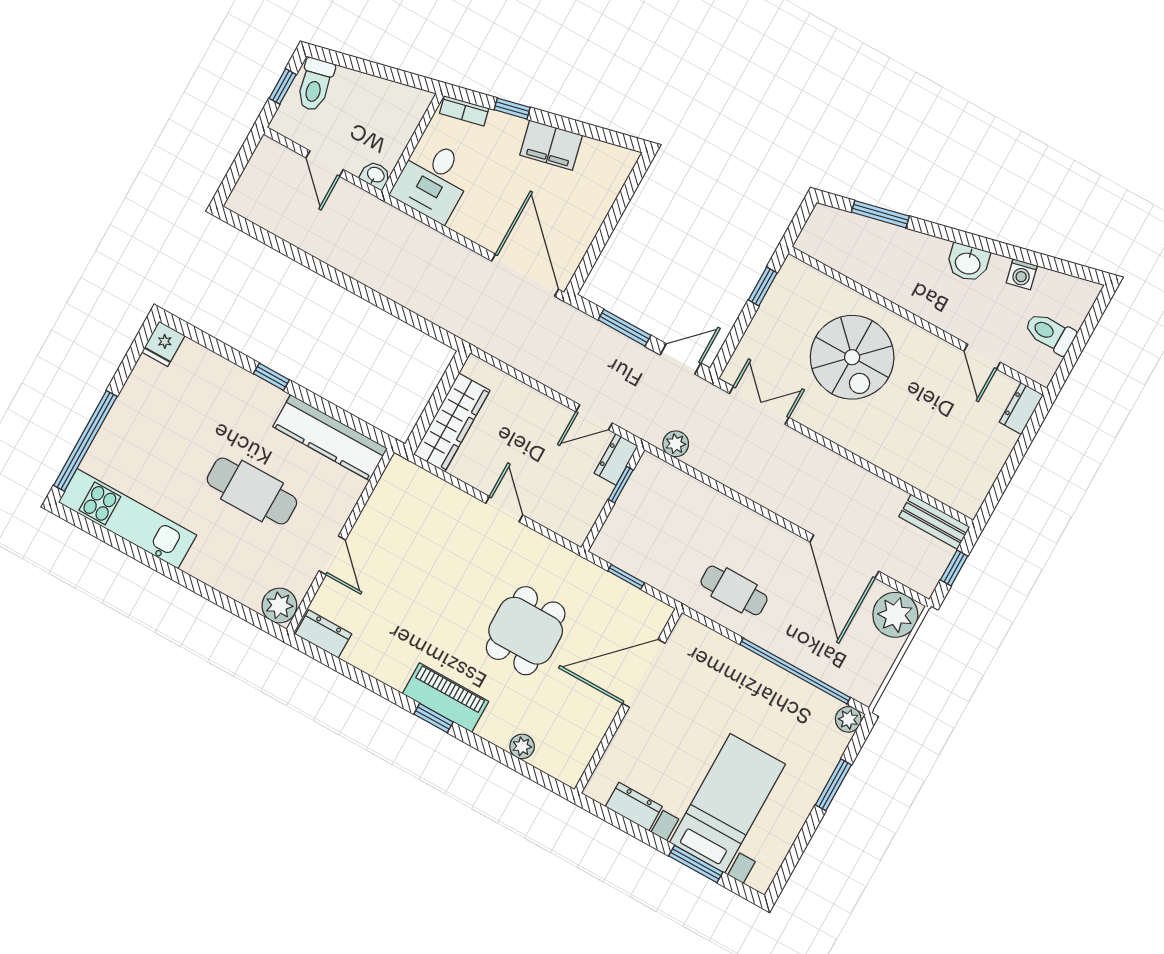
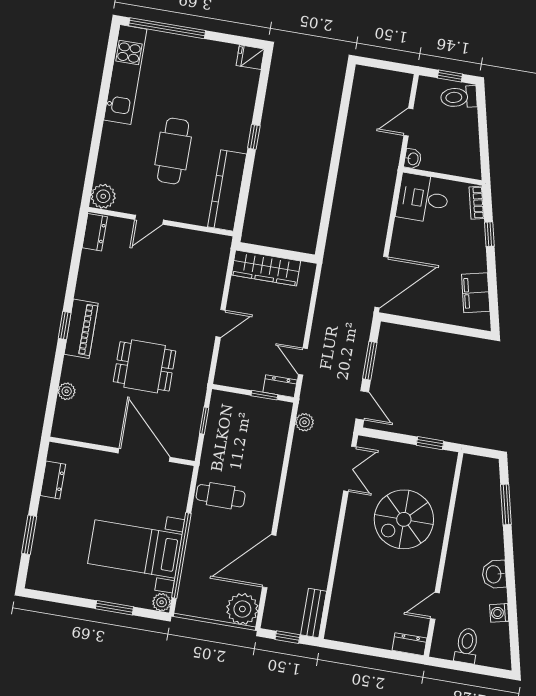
filing cabinet: (551, 145) -> (476, 293), moved
cafe table: (734, 590) -> (221, 496), turned 90
bed with nightstands: (727, 803) -> (135, 549), moved, turned 180

